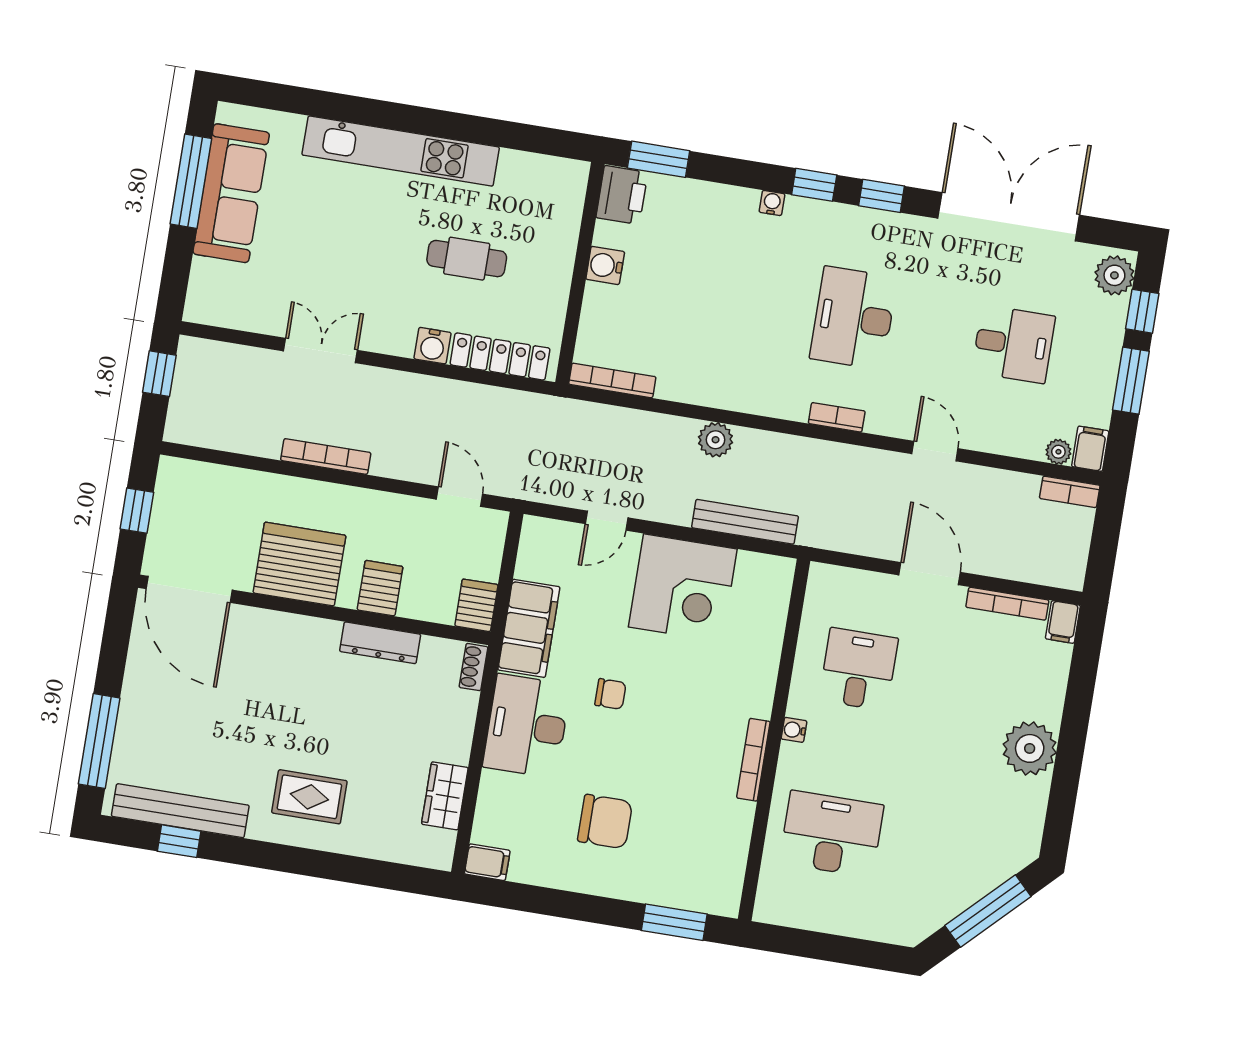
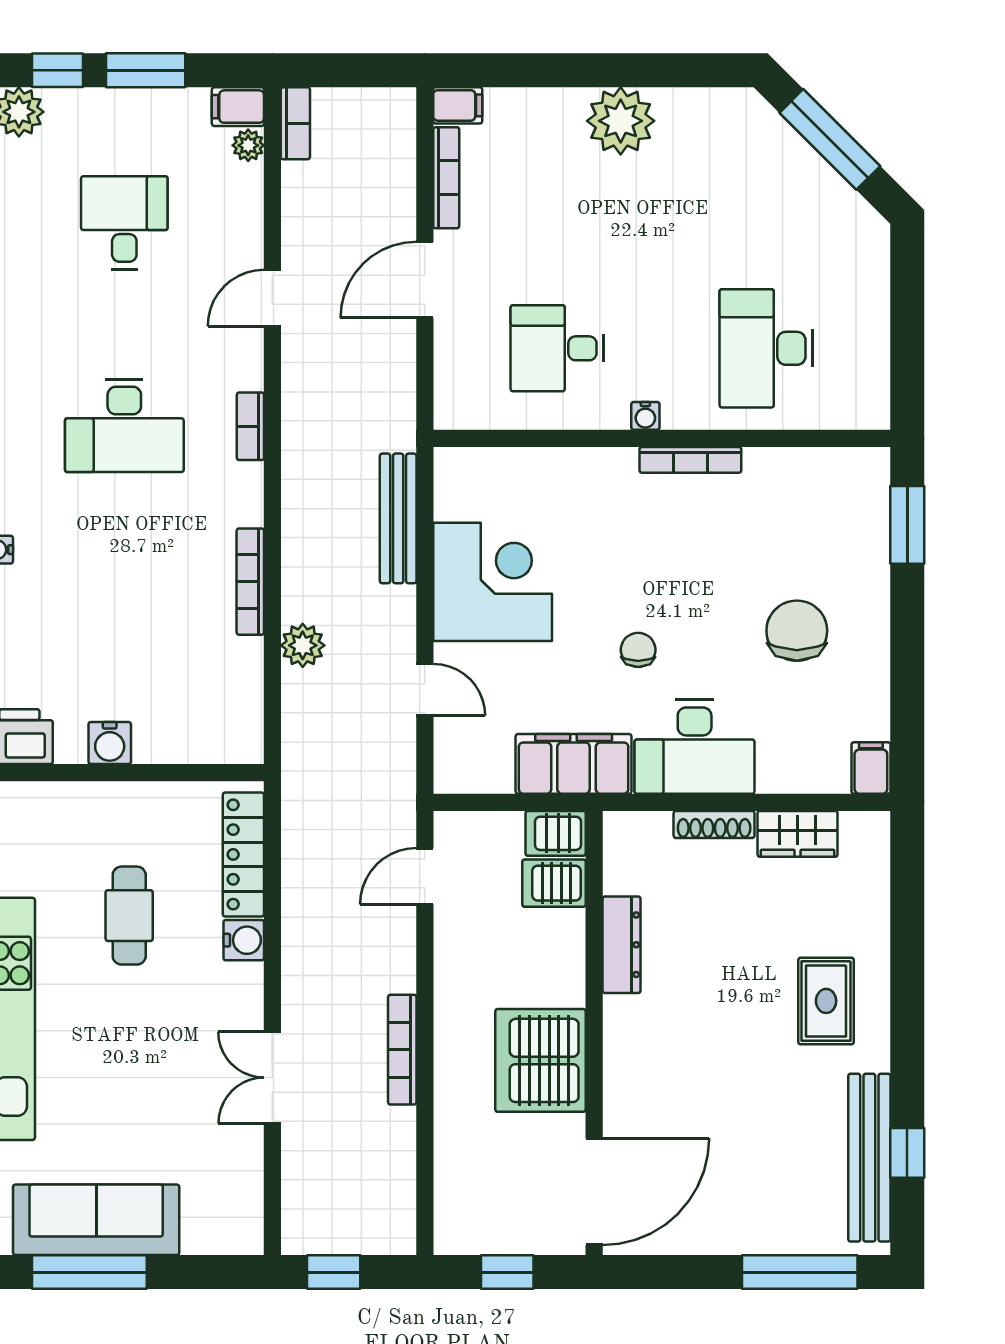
bookcase: (612, 380) -> (250, 582), moved
plant: (716, 440) -> (303, 645), moved
server rack: (380, 588) -> (554, 883), moved
shoe rack: (474, 667) -> (714, 824), moved, width x1.43

